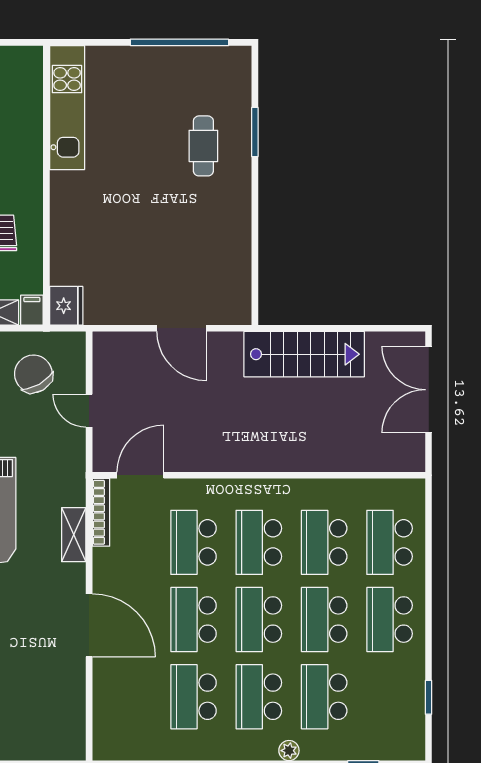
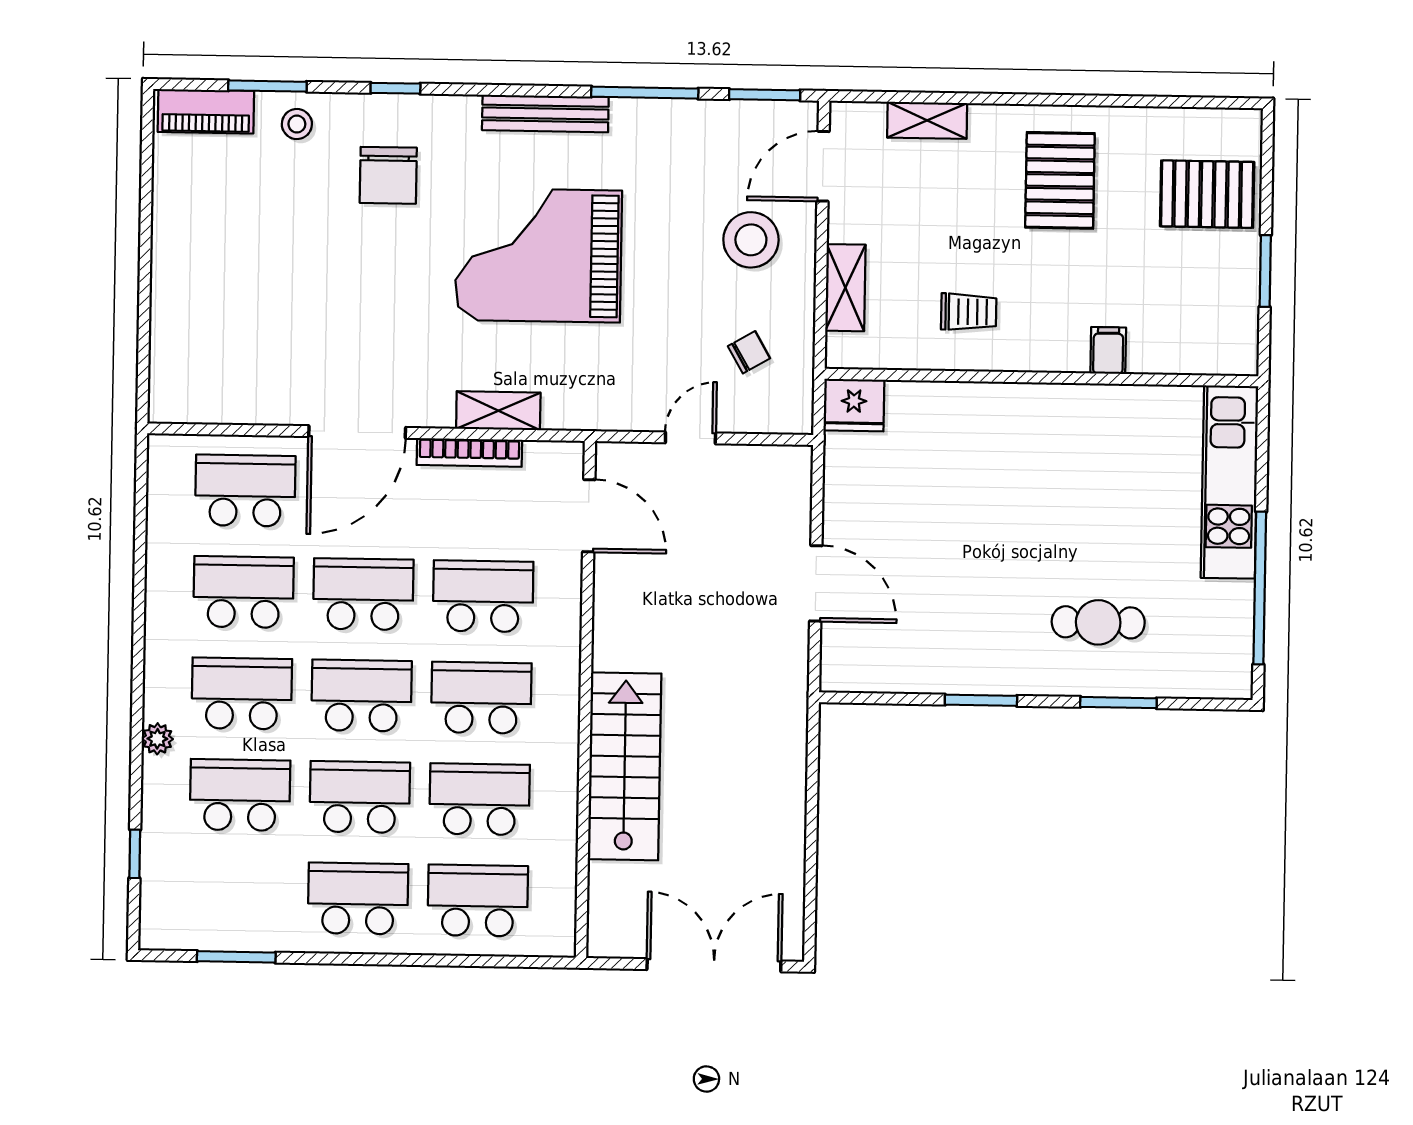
kitchen unit: (67, 108) -> (1229, 482), moved, turned 90
window: (255, 221) -> (981, 700), added
filing cabinet: (32, 310) -> (1108, 350), moved, turned -90
door: (181, 328) -> (816, 583), swing flipped
stairs: (304, 354) -> (625, 766), moved, turned 180
chair: (33, 374) -> (749, 352), width x0.54, depth x0.54
bookcase: (101, 512) -> (469, 452), moved
school desk: (128, 697) -> (245, 491), added
window: (429, 697) -> (236, 957), width x1.50

